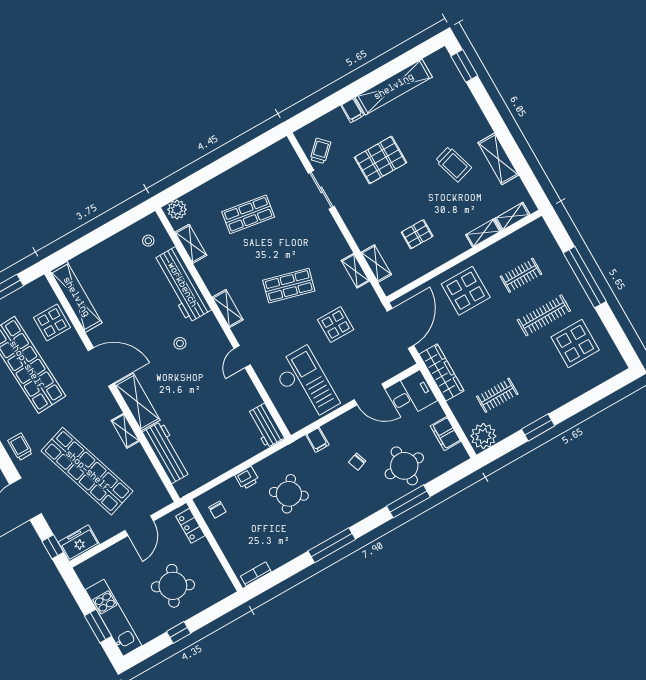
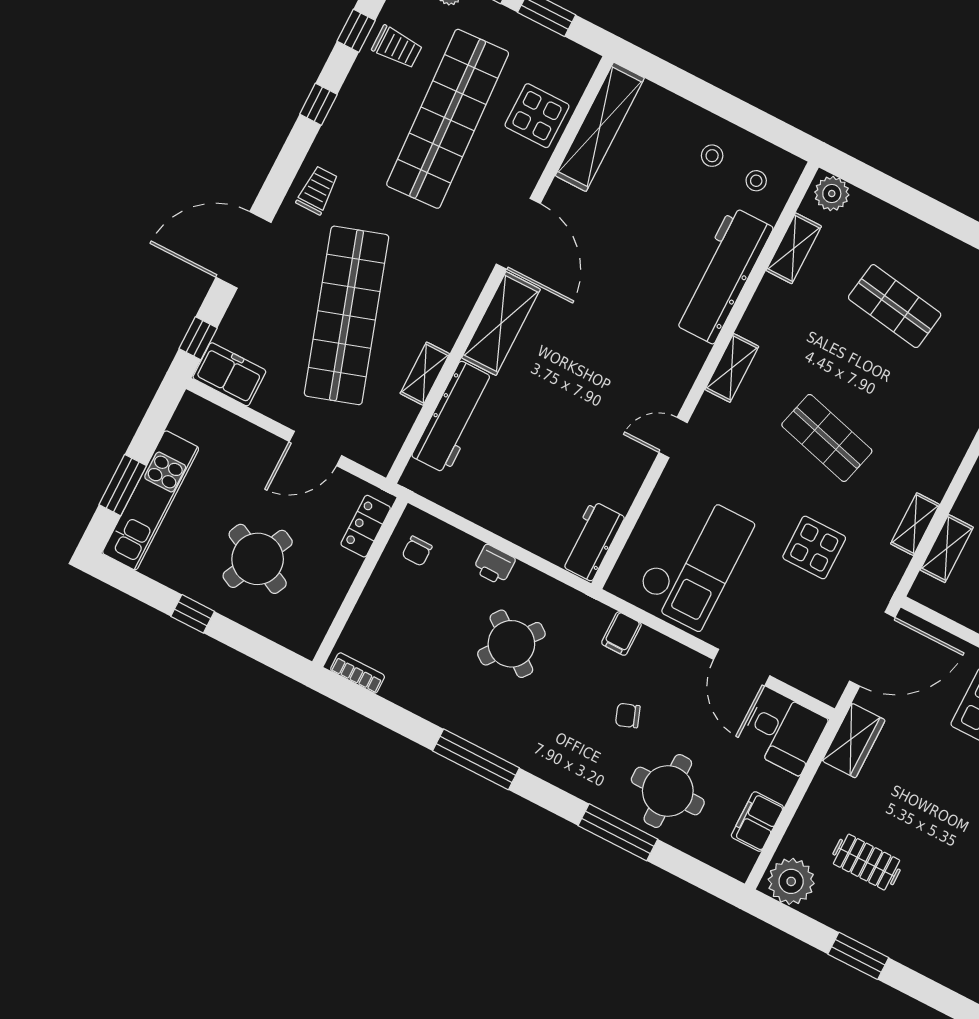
stool: (180, 343) -> (712, 156), moved
wardrobe: (441, 372) -> (854, 741), width x0.67
shelving: (125, 431) -> (425, 374), moved

